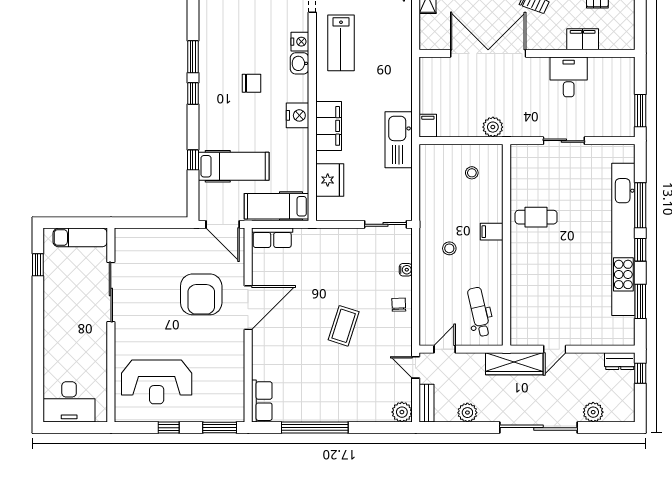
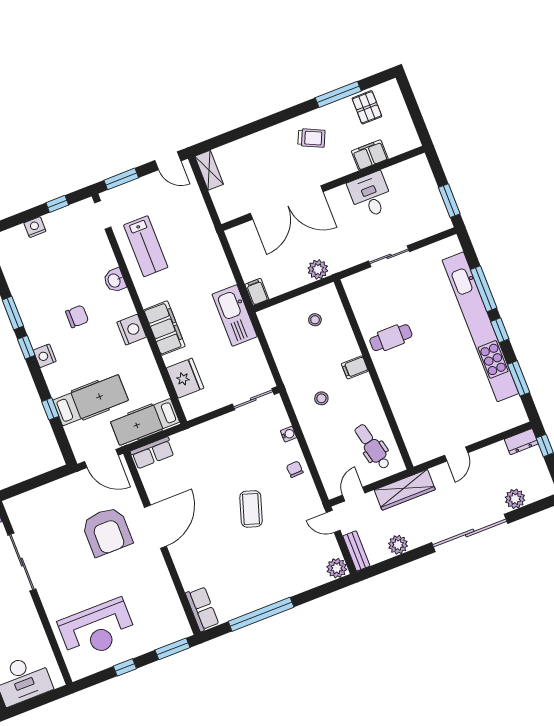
nightstand: (300, 42) -> (45, 356), moved, turned 180
double door: (488, 53) -> (287, 202), swing flipped
wardrobe: (514, 364) -> (405, 490), moved

